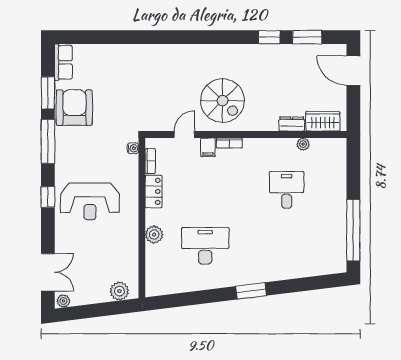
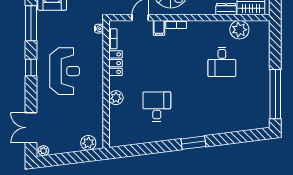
plant: (303, 144) -> (239, 30), width x1.88, depth x1.88
desk: (287, 190) -> (222, 62), turned 180
reception desk: (90, 201) -> (65, 71), turned -90
desk: (205, 246) -> (157, 107), width x0.73
double door: (48, 272) -> (31, 128), swing flipped

